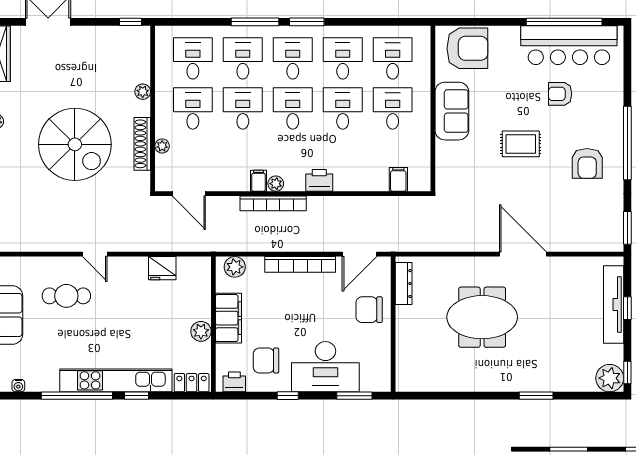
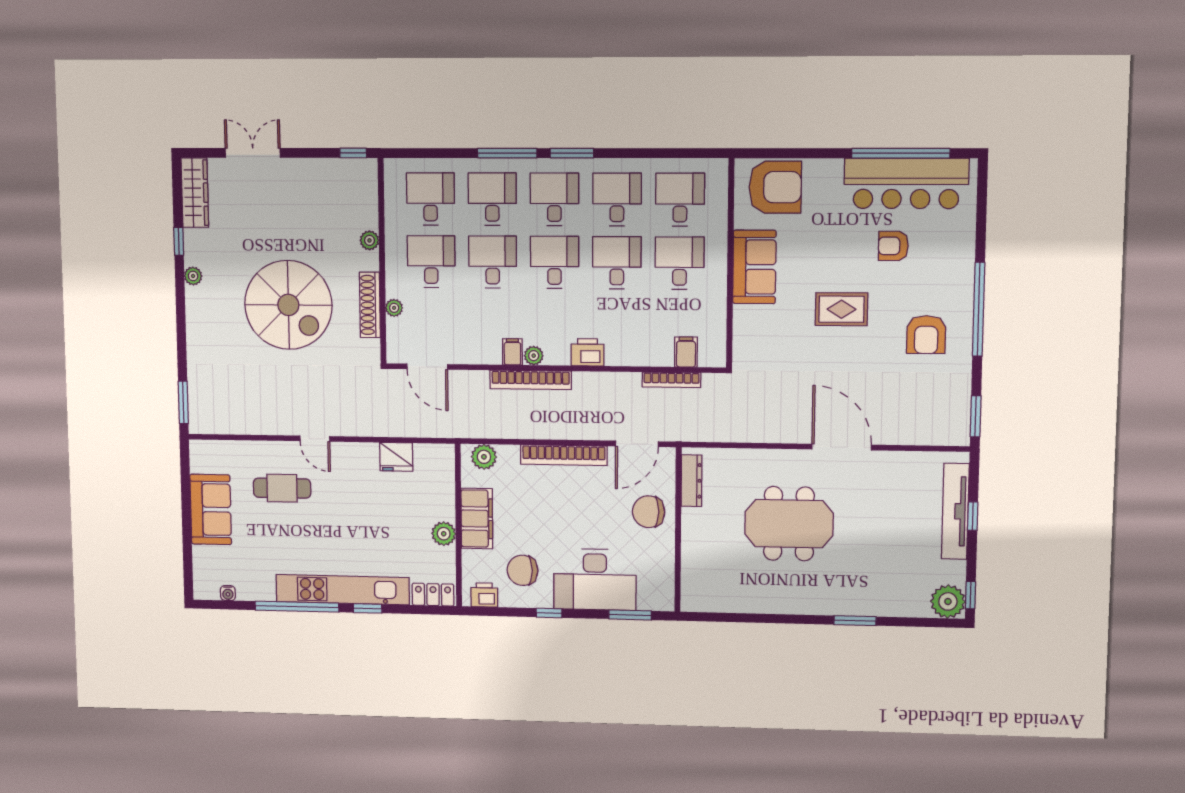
bookcase: (387, 202) -> (671, 380), added

